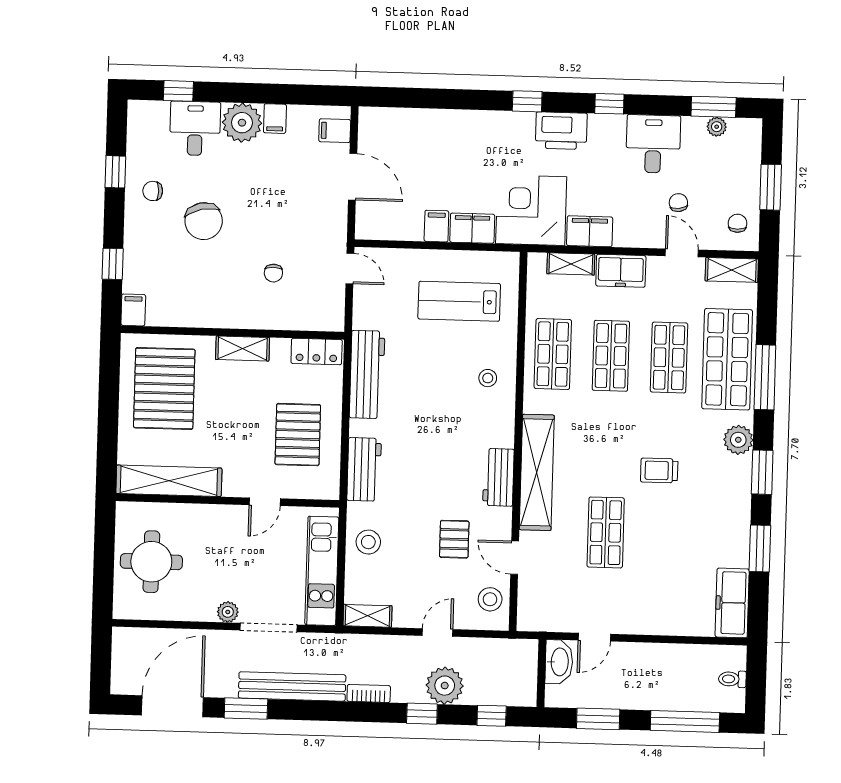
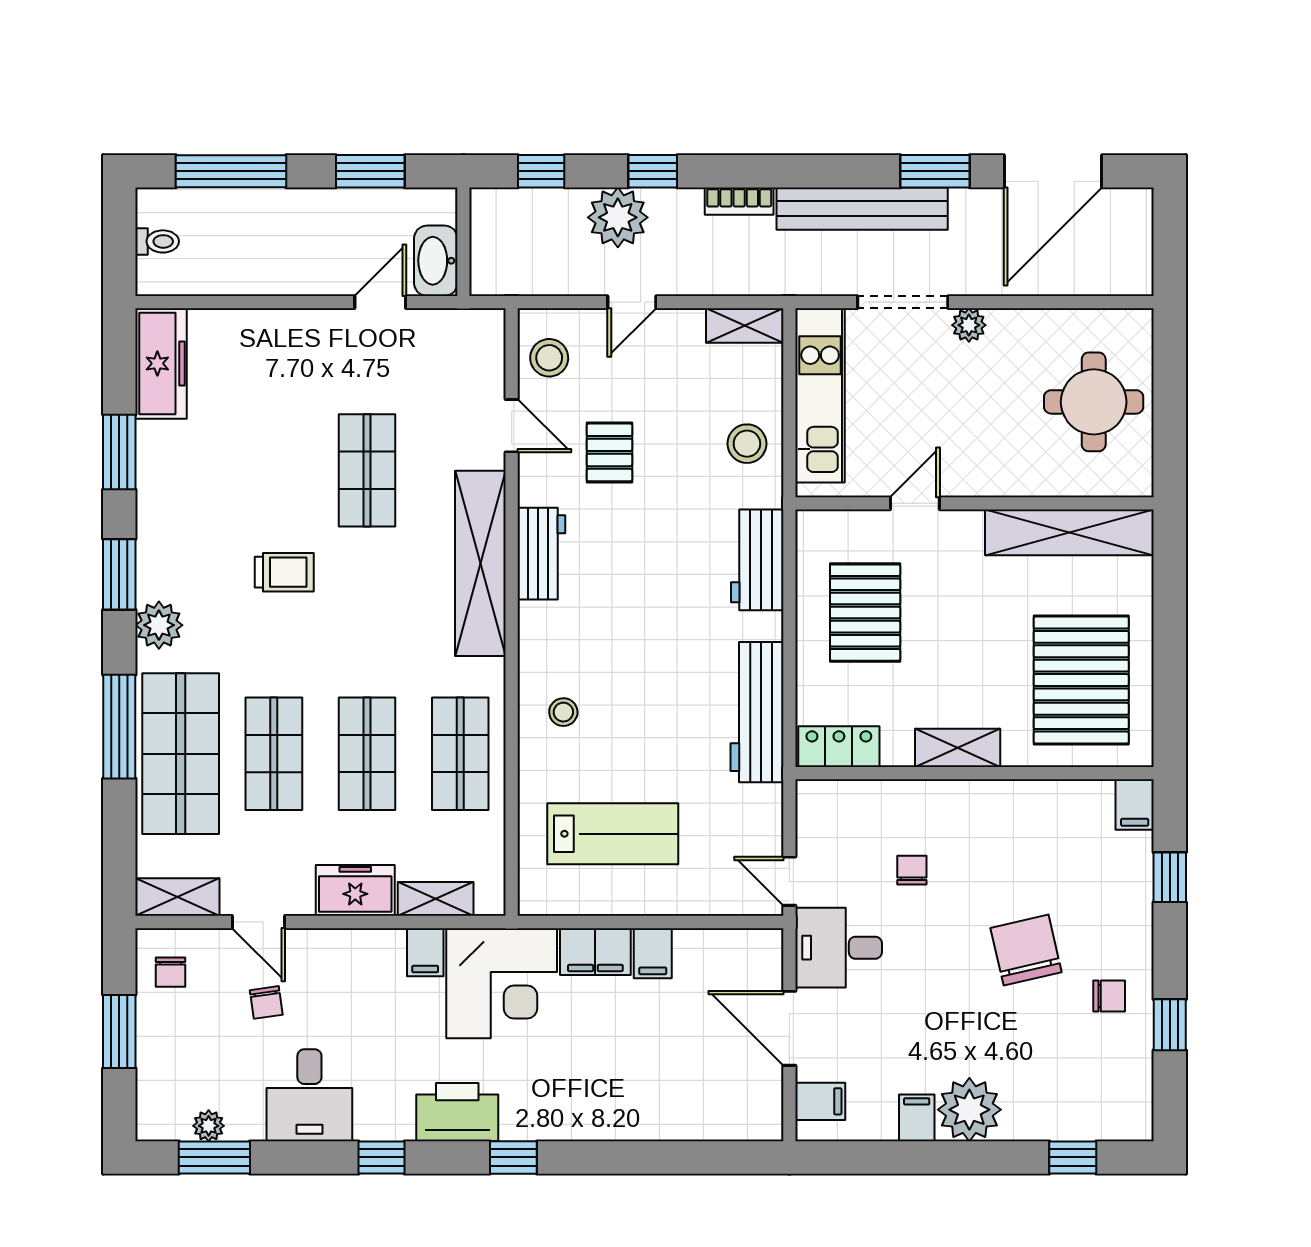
desk: (195, 128) -> (839, 948), moved, turned 90
filing cabinet: (590, 231) -> (425, 952), width x0.50

